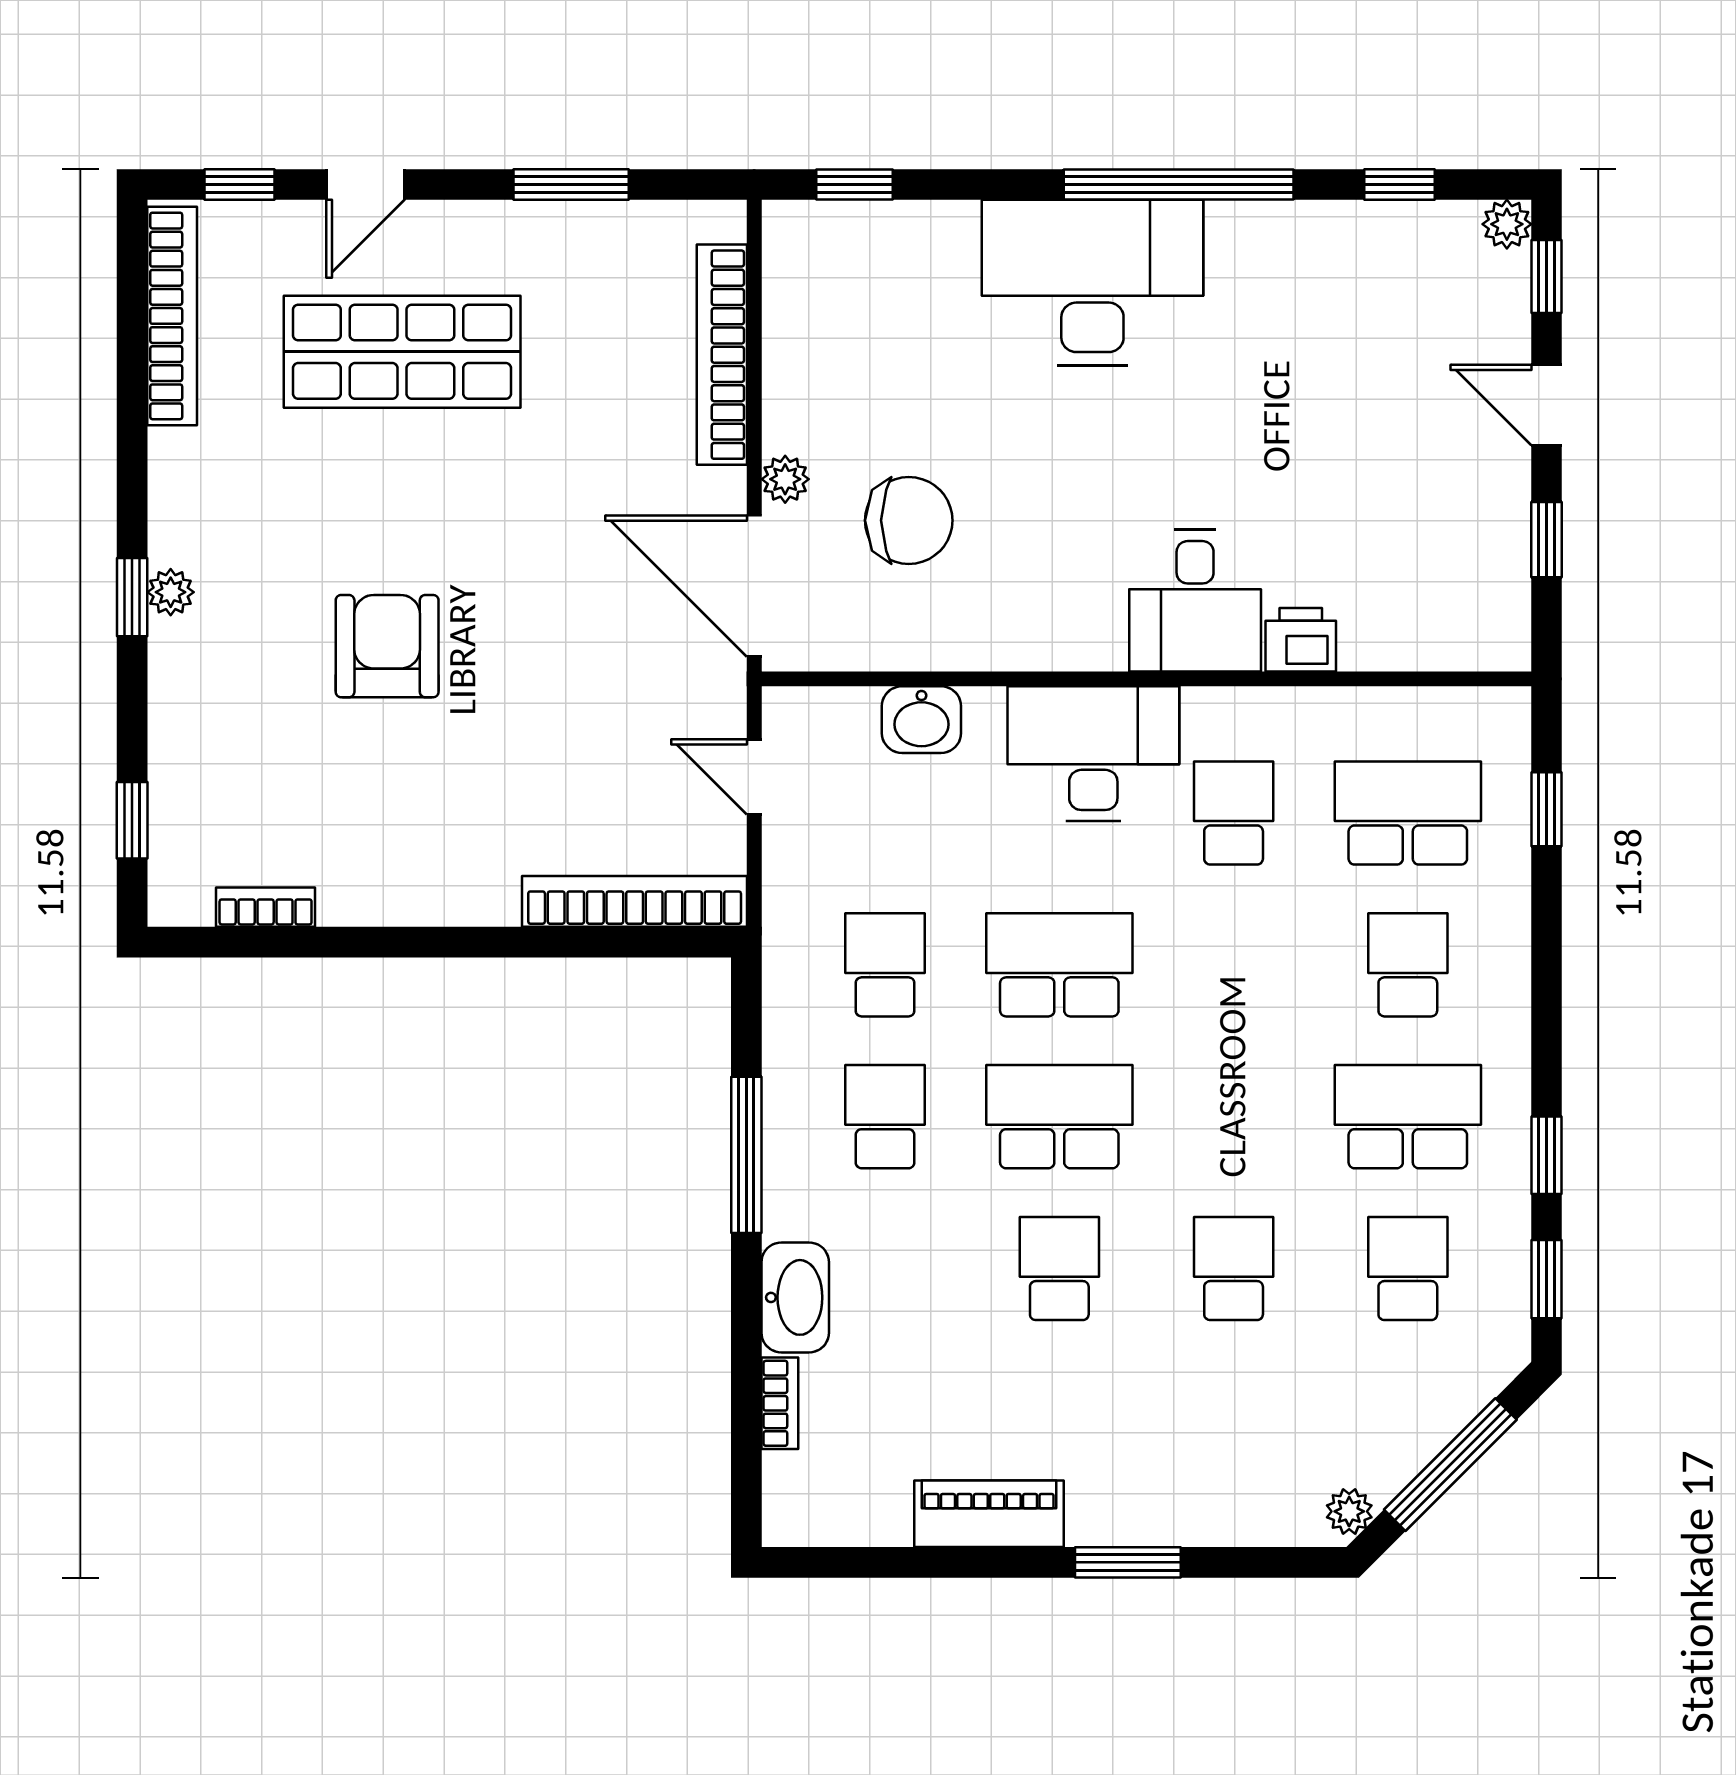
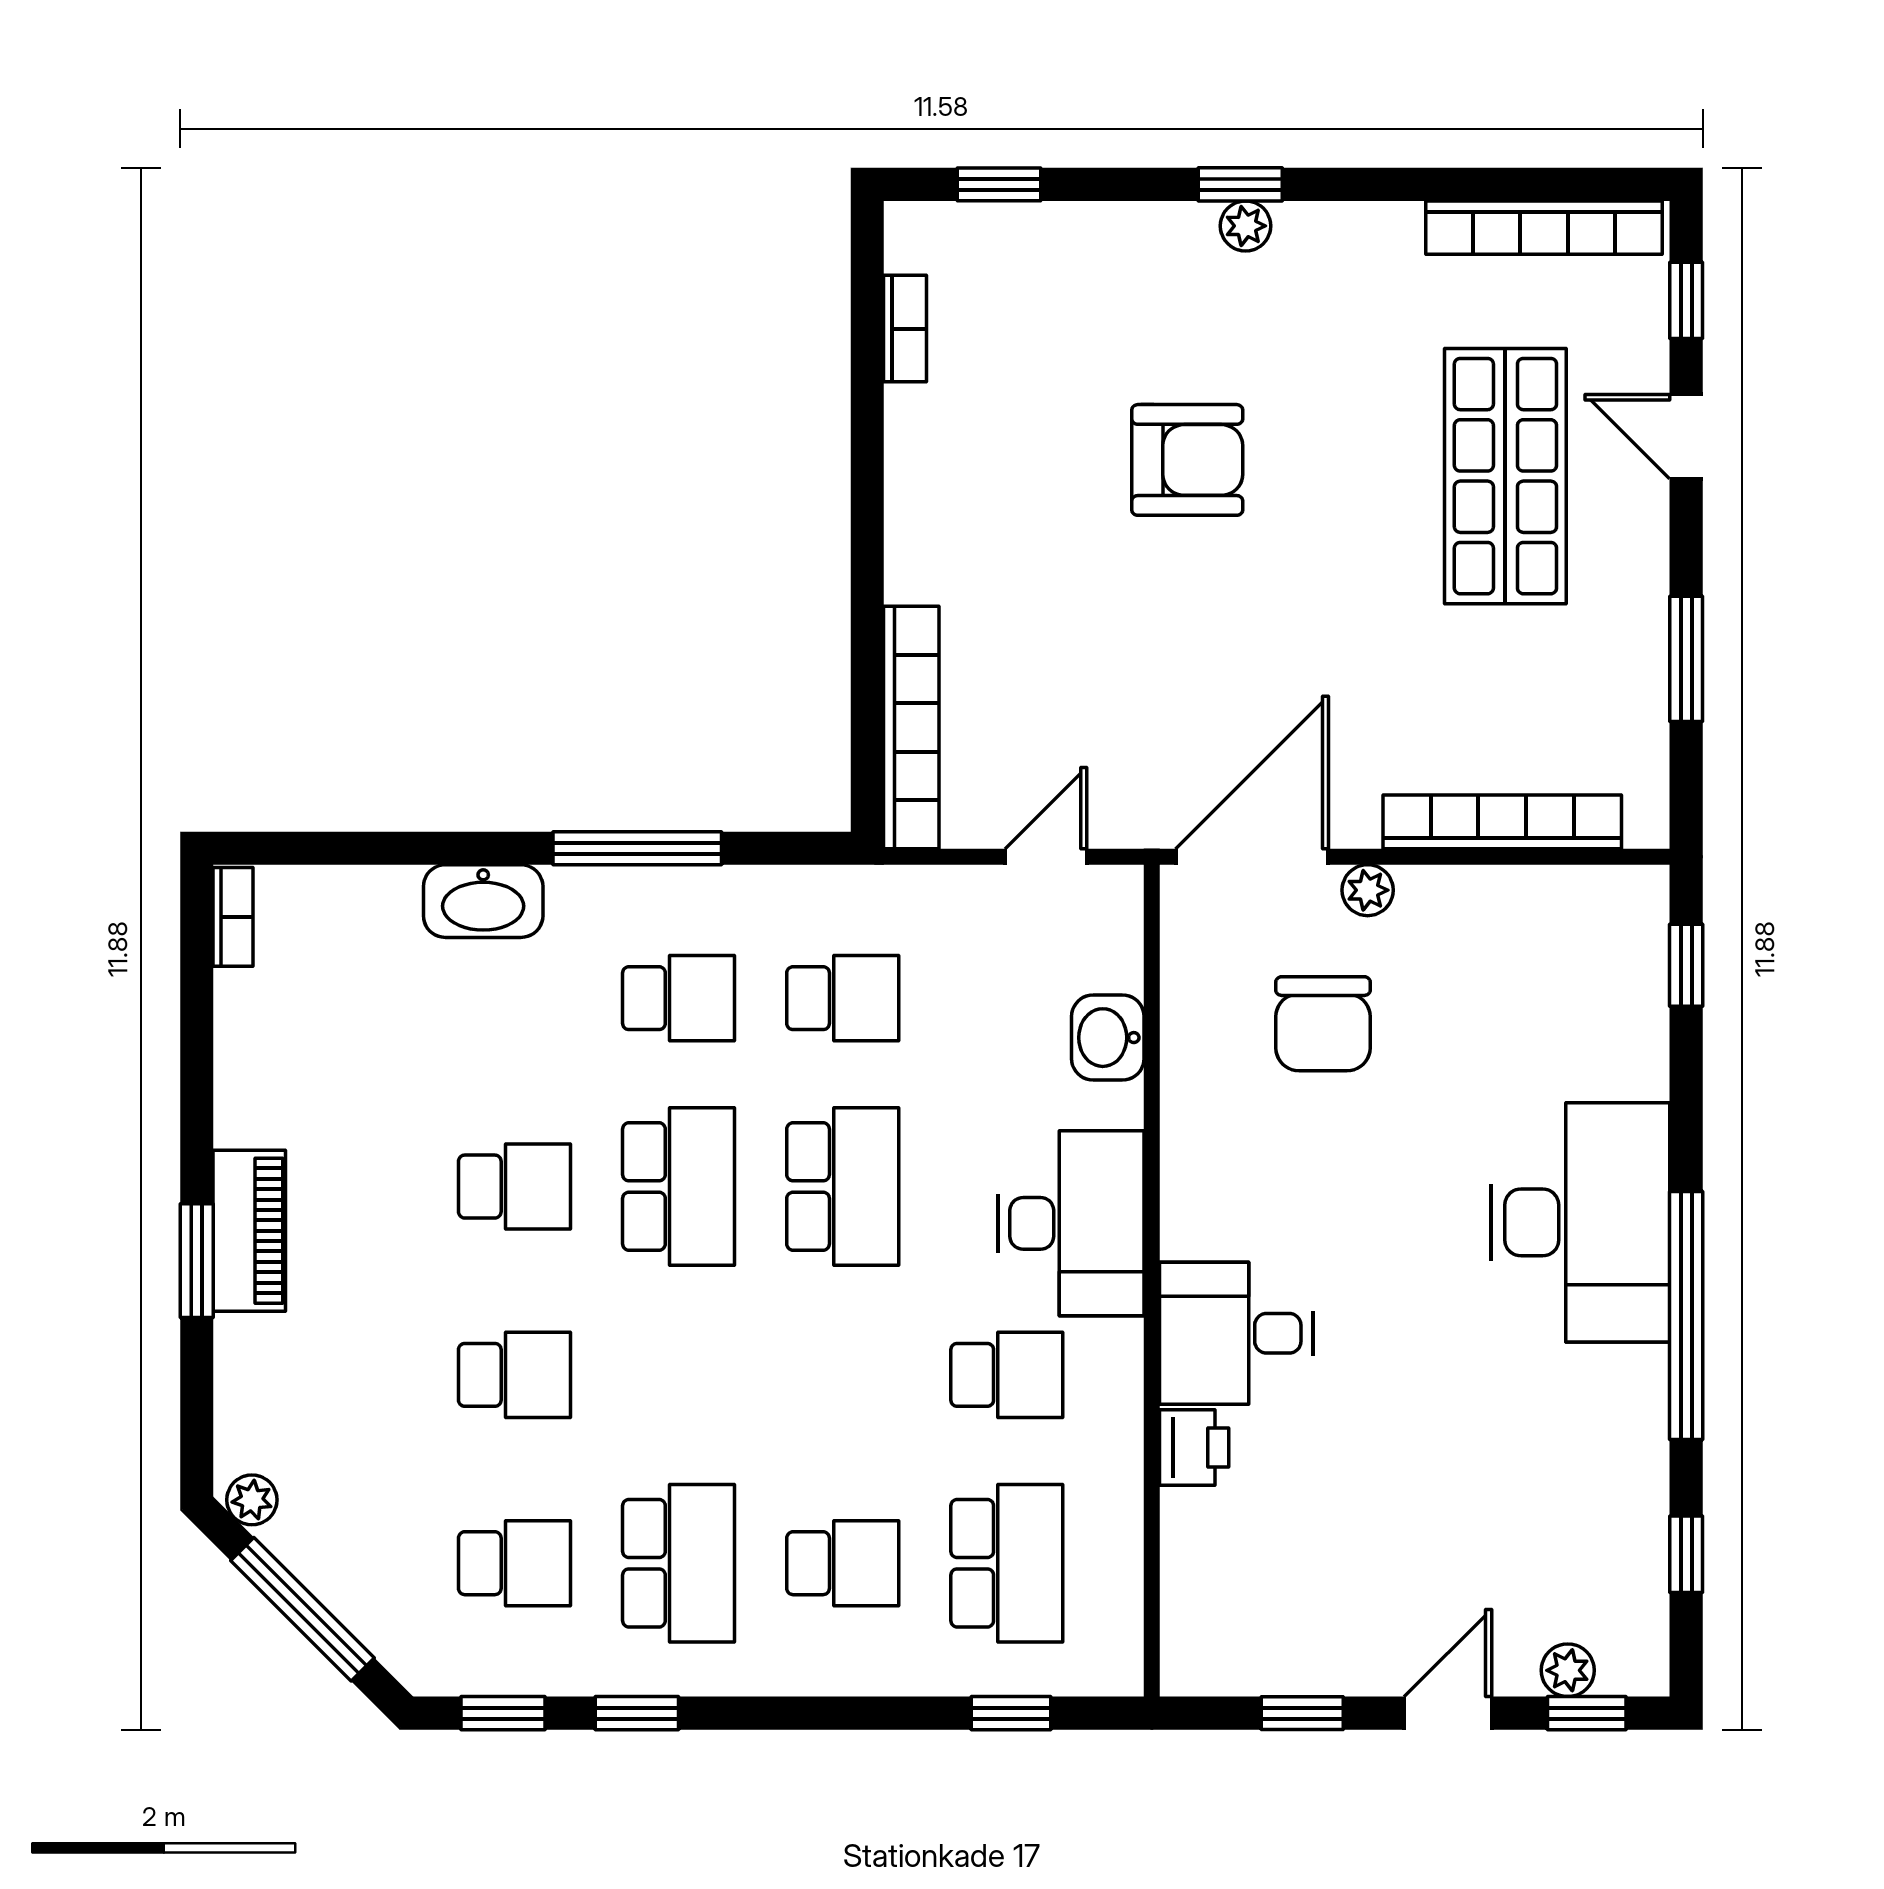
plant: (1507, 224) -> (1568, 1670), moved
bookcase: (780, 1403) -> (233, 917), moved, turned -90
piano: (989, 1514) -> (249, 1231), moved

